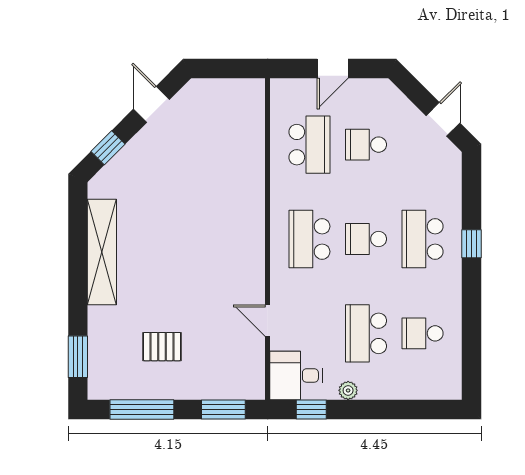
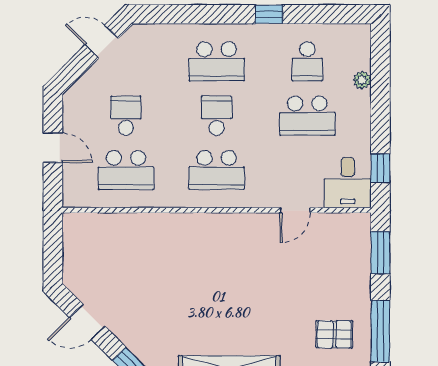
school desk: (309, 145) -> (126, 170), turned 180
school desk: (366, 145) -> (126, 116), turned 180
school desk: (366, 239) -> (217, 116), turned 180
window: (472, 244) -> (269, 14), moved
pallet: (162, 347) -> (334, 334), moved, turned 90
plant: (348, 390) -> (362, 80), moved

